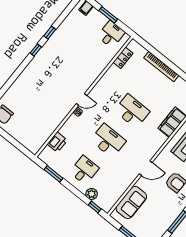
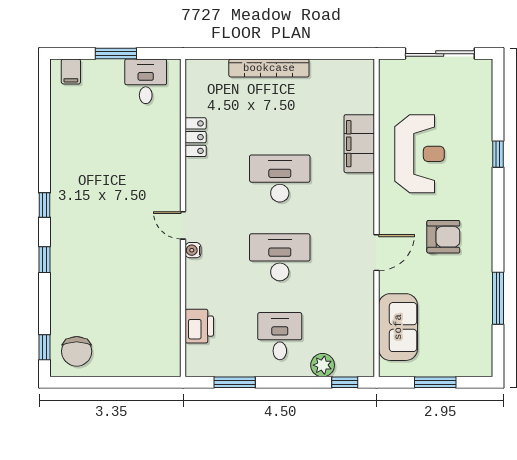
window: (50, 33) -> (44, 260), moved
locker: (123, 58) -> (196, 137), moved
door: (82, 99) -> (183, 225), swing flipped

